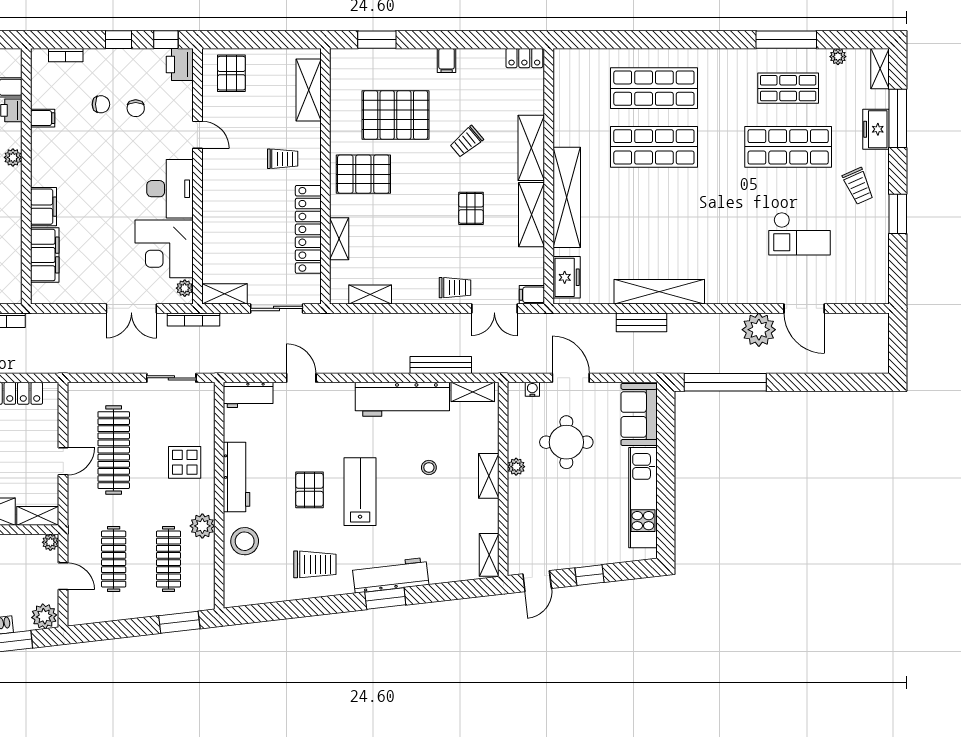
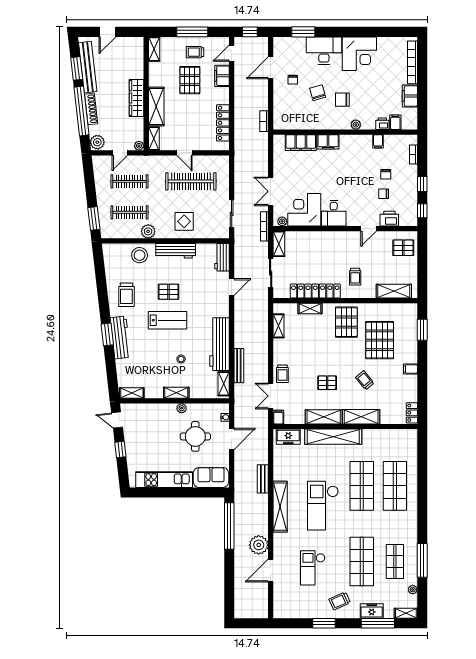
printer: (180, 65) -> (389, 219), moved
desk: (170, 189) -> (334, 213), width x0.73
checkout: (689, 216) -> (323, 506), added
shelving: (659, 292) -> (280, 507), moved

